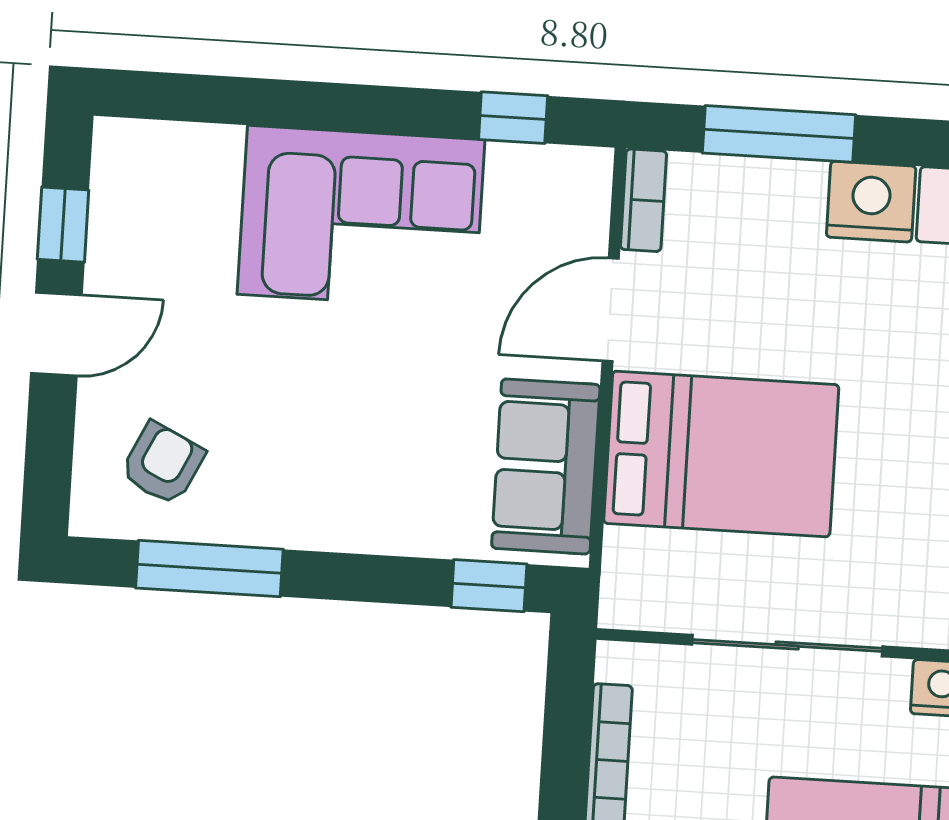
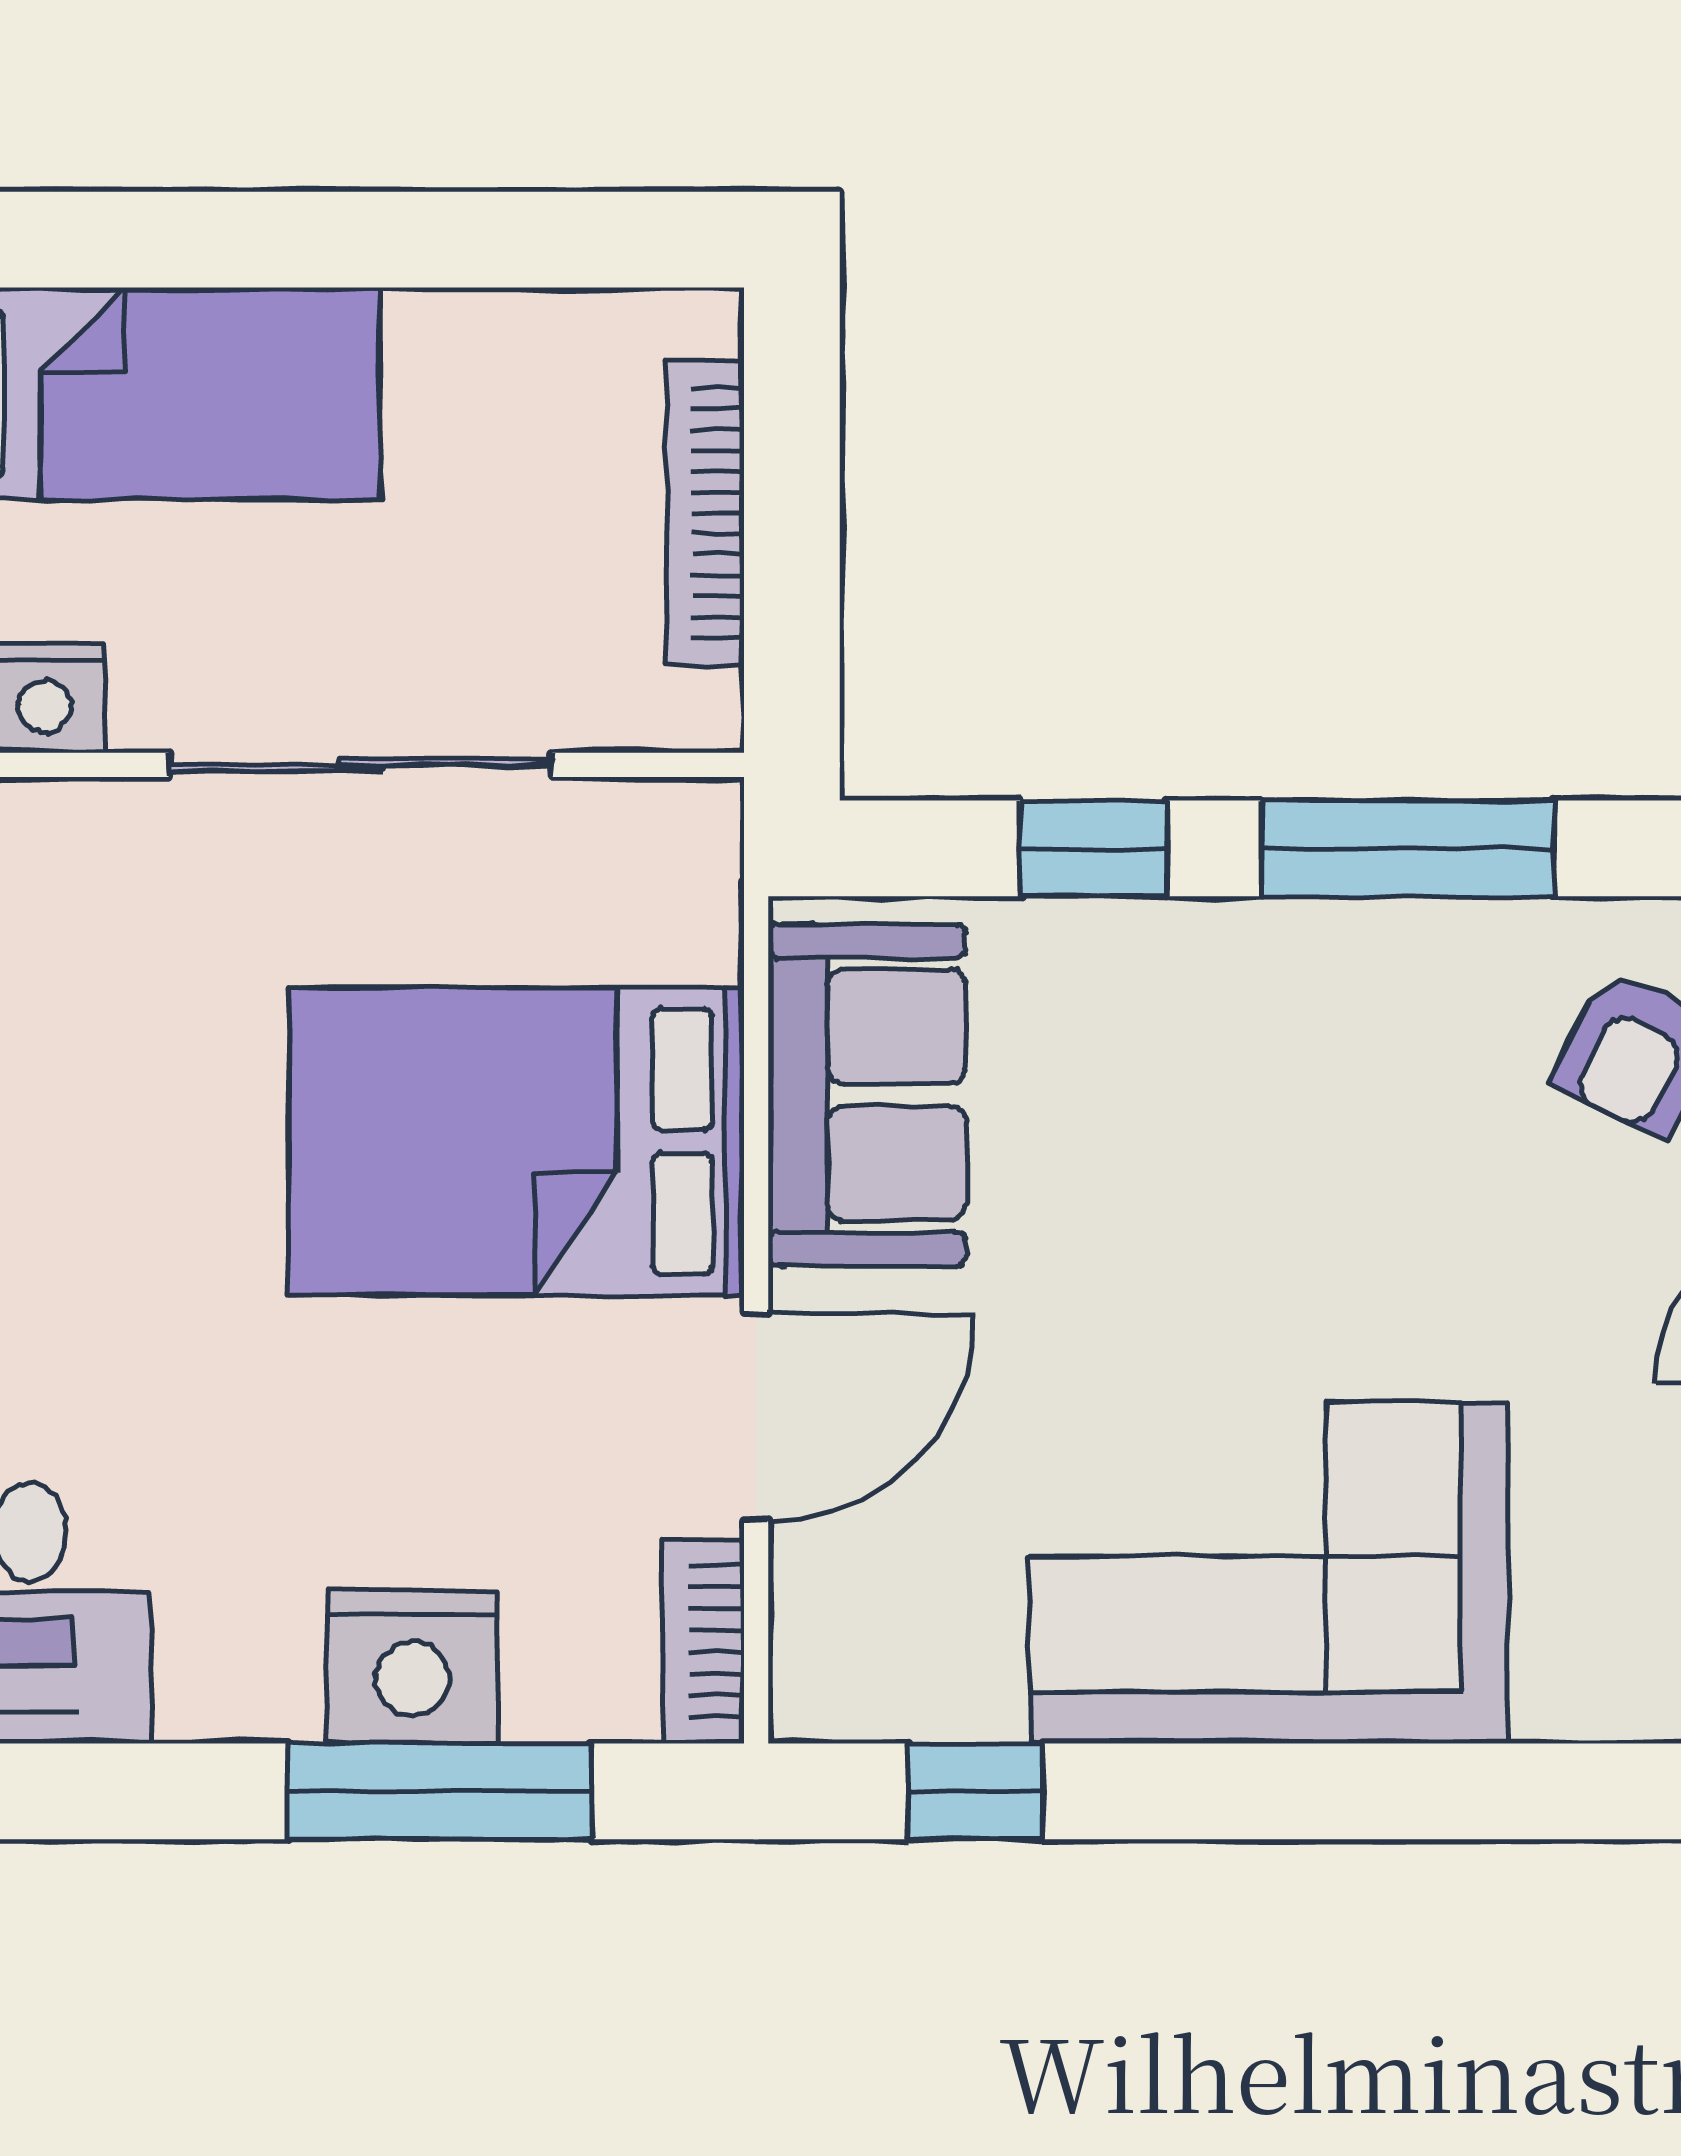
nightstand: (871, 202) -> (413, 1667), moved
window: (209, 569) -> (1408, 848), moved
window: (489, 586) -> (1094, 848), moved

